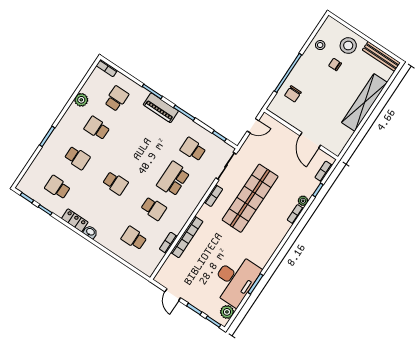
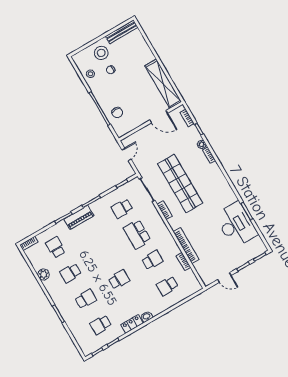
shelving: (364, 103) -> (163, 84), moved
plant: (227, 312) -> (257, 243), removed

